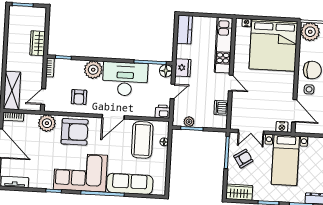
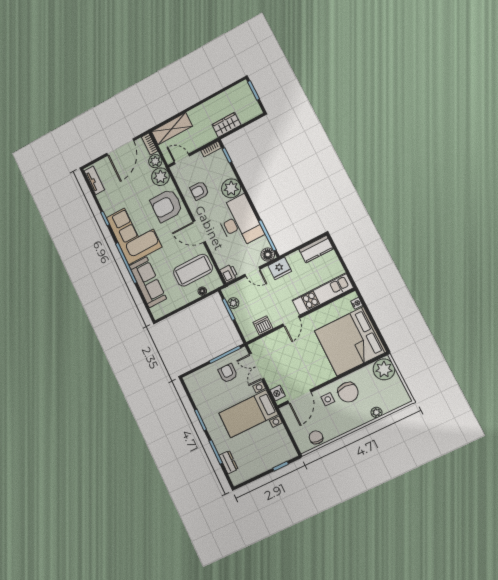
plant: (31, 120) -> (155, 161), added
armchair: (75, 132) -> (166, 206), turned 90
armchair: (243, 159) -> (228, 373), turned -147
wardrobe: (239, 192) -> (195, 387), removed

